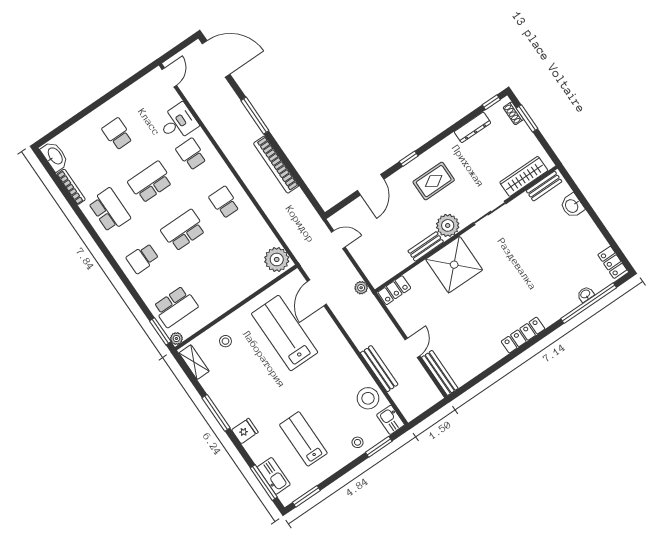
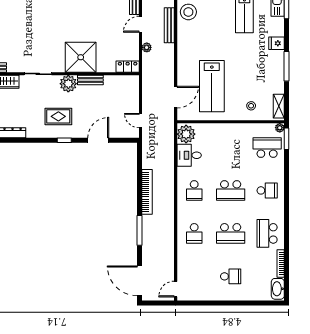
desk: (178, 122) -> (189, 155), moved
school desk: (117, 134) -> (231, 276), turned -90
plant: (361, 288) -> (147, 47), moved

